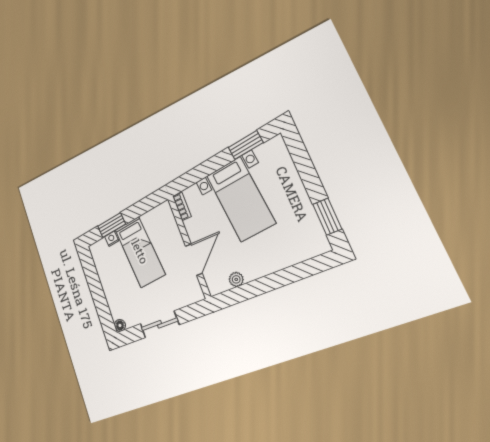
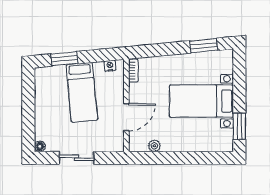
bed with nightstands: (241, 199) -> (201, 101), moved, turned 95
nightstand: (112, 239) -> (110, 66), moved

